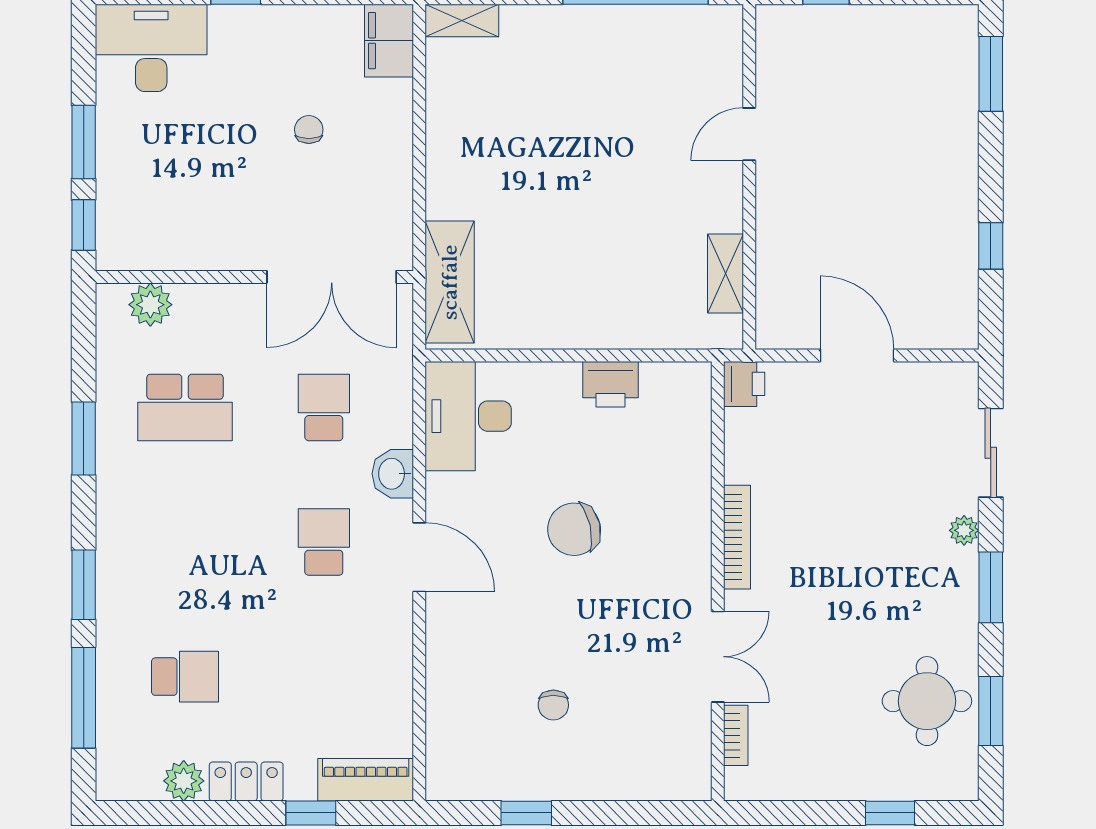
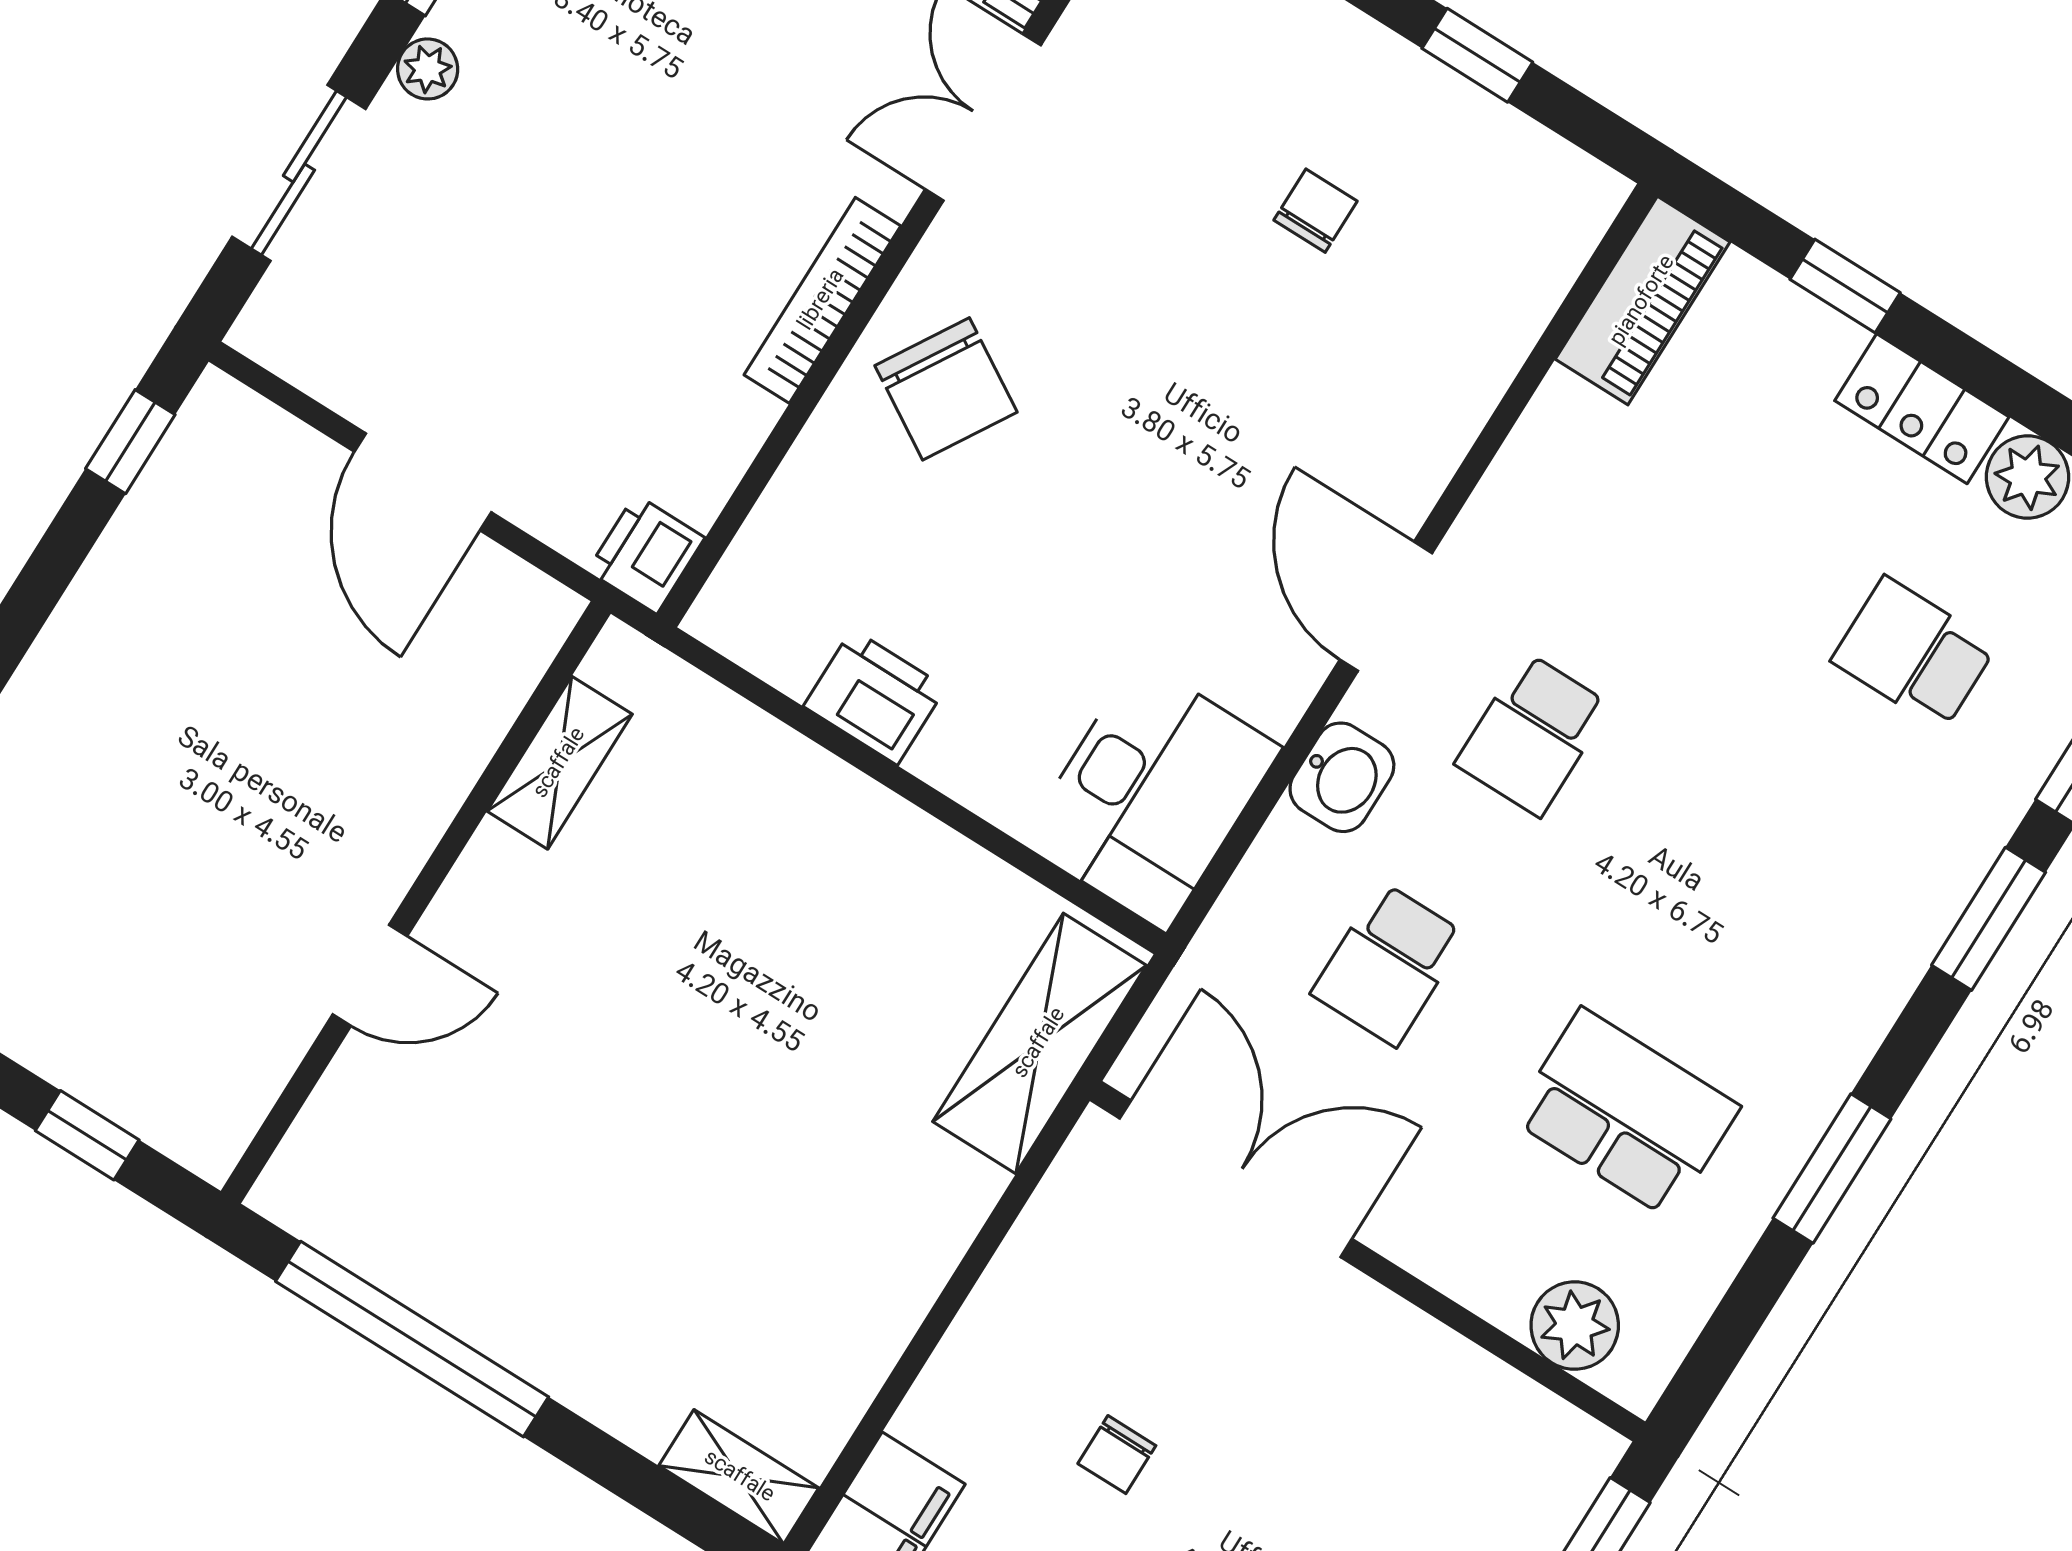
window: (991, 246) -> (130, 442), moved
chair: (574, 529) -> (946, 389), moved, turned 44
piano: (366, 780) -> (1643, 301), moved, turned -90

